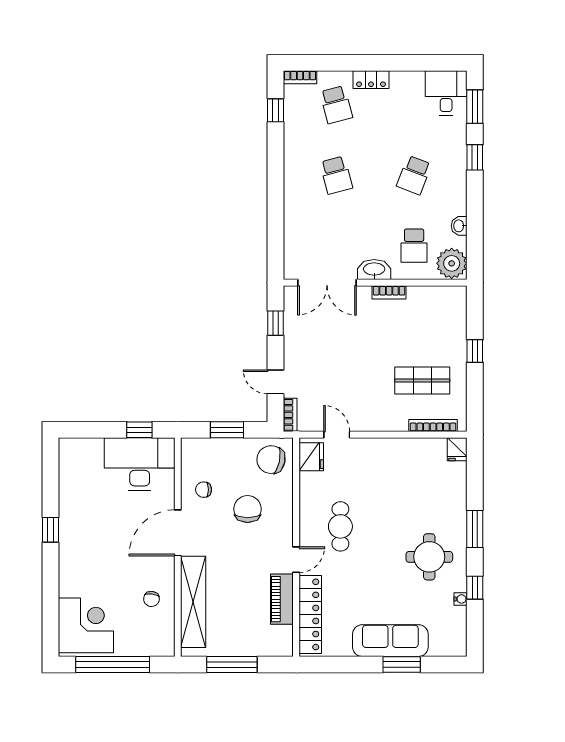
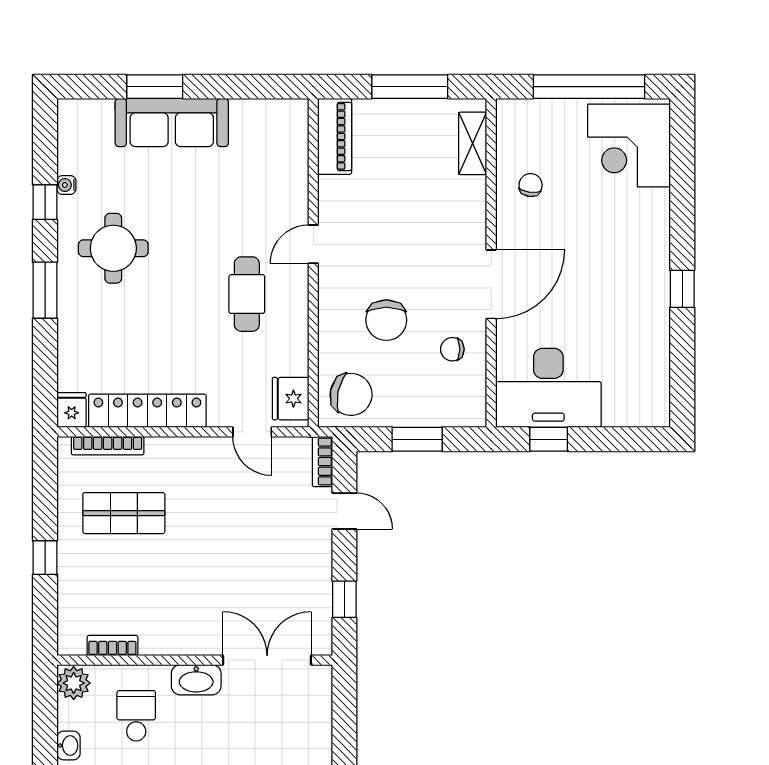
plant: (452, 263) -> (74, 683), width x0.73, depth x0.73
bookcase: (389, 292) -> (112, 646), moved
chair: (204, 490) -> (452, 349), turned 180
piano: (282, 599) -> (335, 136), moved
shelving: (193, 602) -> (473, 143), width x0.45, depth x0.75
locker: (310, 614) -> (147, 411), moved, turned 90

